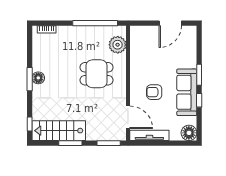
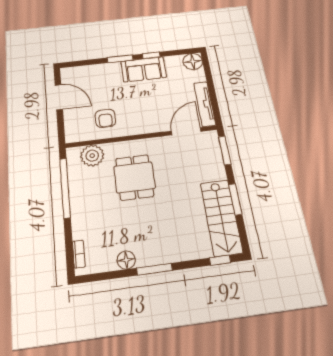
floor lamp: (38, 78) -> (126, 260), moved
armchair: (154, 92) -> (105, 118), moved
sofa: (187, 92) -> (144, 69), width x0.73

